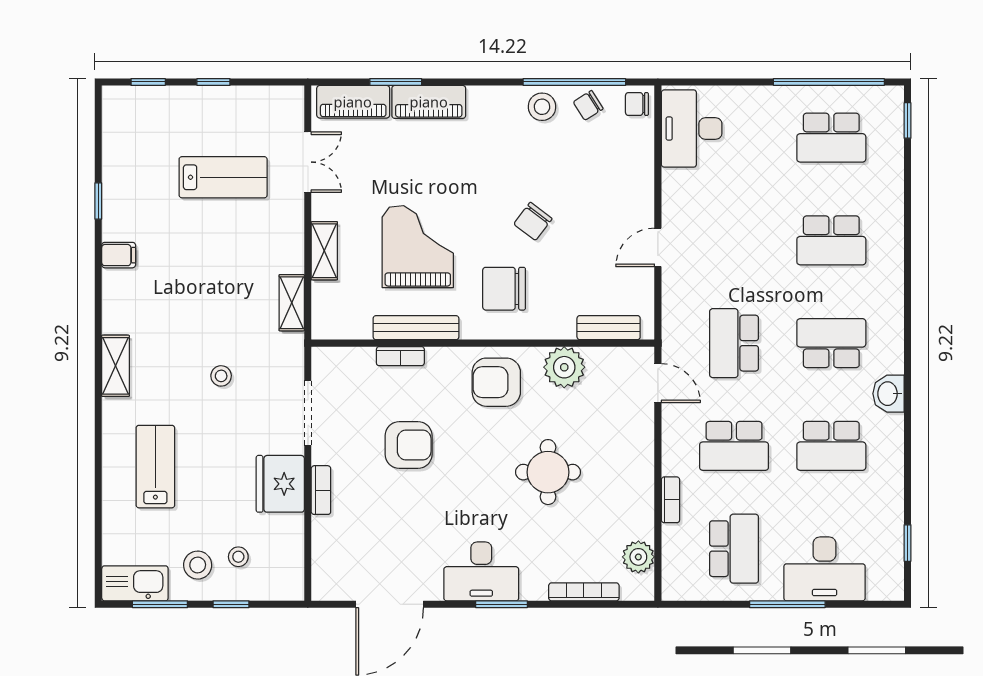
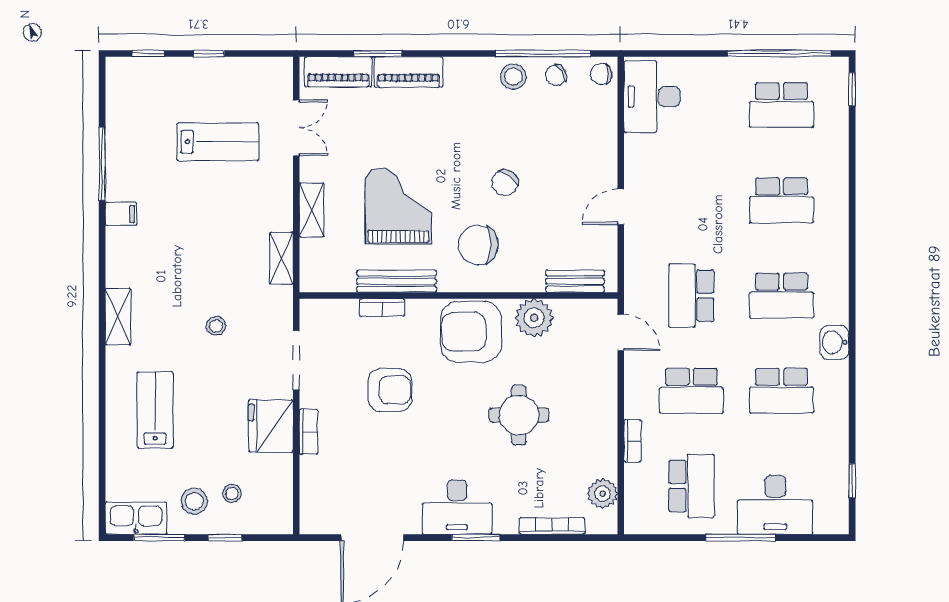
window: (98, 201) -> (102, 164), width x2.17
school desk: (831, 343) -> (781, 296), turned 180
armchair: (496, 382) -> (471, 332), width x1.36, depth x1.36

